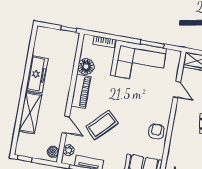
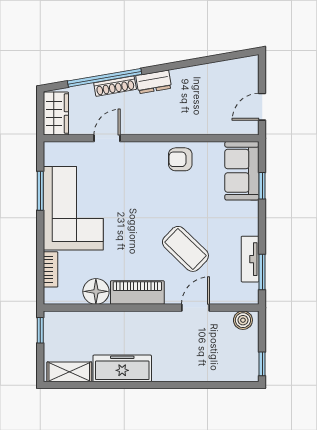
shelving: (30, 113) -> (69, 372), moved, width x0.67, depth x0.75
plant: (69, 150) -> (236, 296), removed

